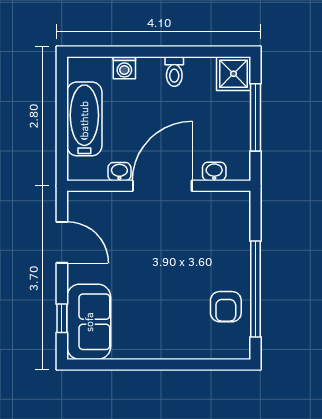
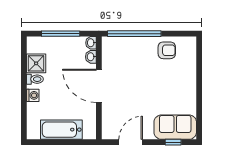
washing machine: (124, 68) -> (33, 95), moved
shower: (234, 74) -> (36, 63), moved
washbasin: (119, 172) -> (91, 43), moved
window: (256, 289) -> (134, 34), moved

